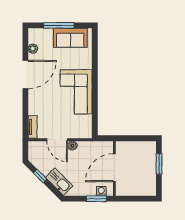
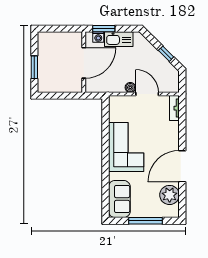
sofa: (70, 38) -> (119, 199), moved, turned 90
plant: (33, 49) -> (170, 195), width x1.87, depth x1.87
kitchen sink: (59, 182) -> (119, 39), moved, turned -45

